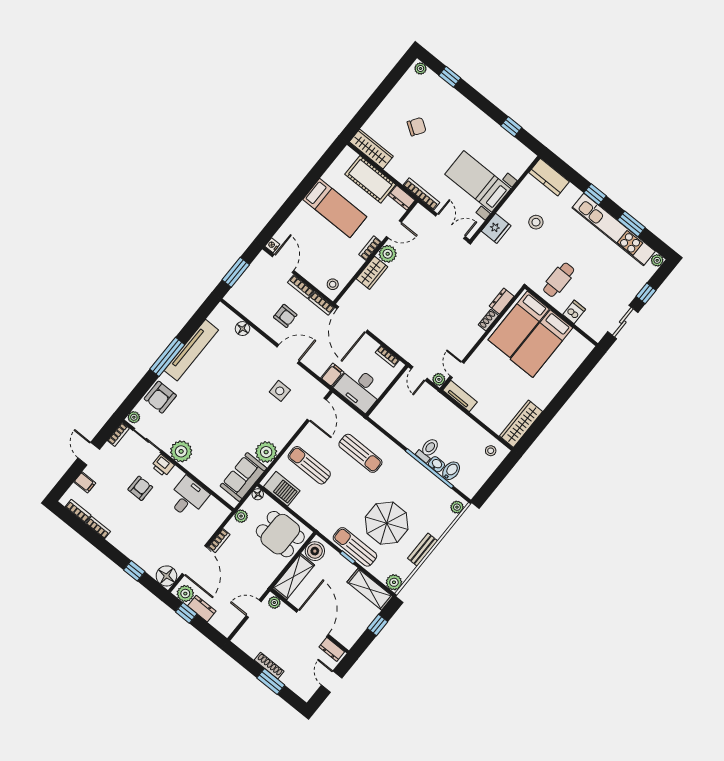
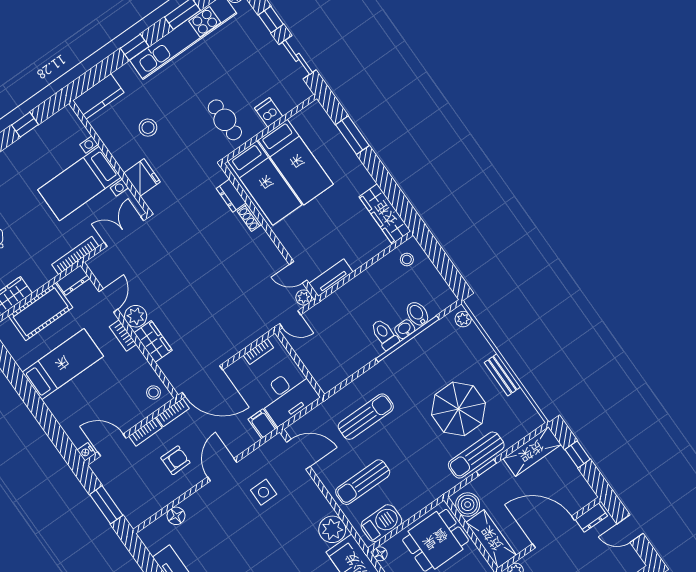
window: (575, 382) -> (352, 135), added
plant: (394, 582) -> (532, 420), removed

